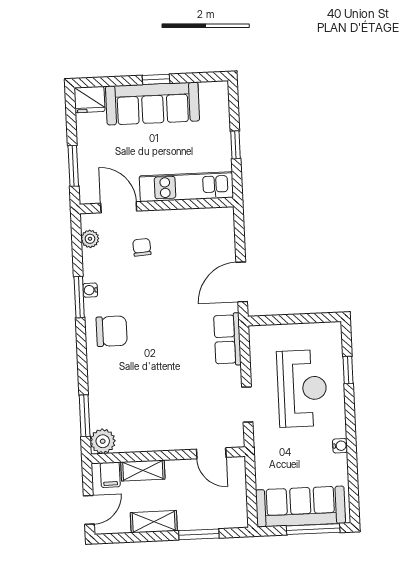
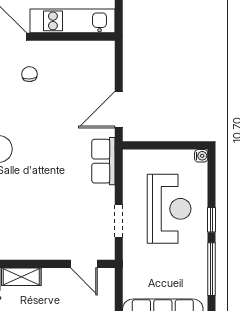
window: (348, 370) -> (212, 220), moved
water cooler: (340, 446) -> (201, 156), moved
window: (352, 453) -> (212, 269), added

